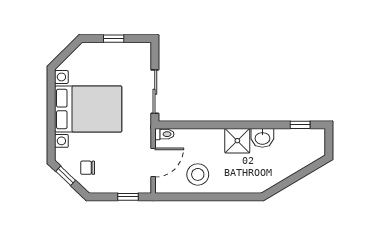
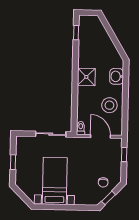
bed with nightstands: (88, 109) -> (55, 181), width x0.73
washbasin: (262, 138) -> (117, 76), moved, turned 180

